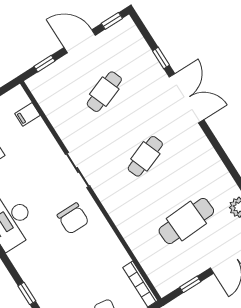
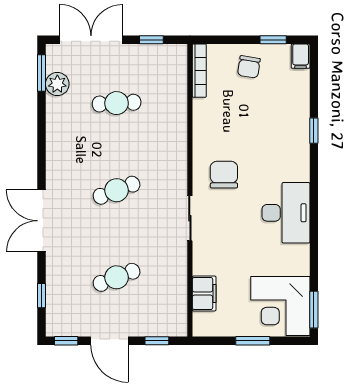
window: (161, 58) -> (41, 296), moved
filing cabinet: (28, 114) -> (204, 294), width x2.00
cafe table: (186, 221) -> (117, 103), width x0.73, depth x0.74

